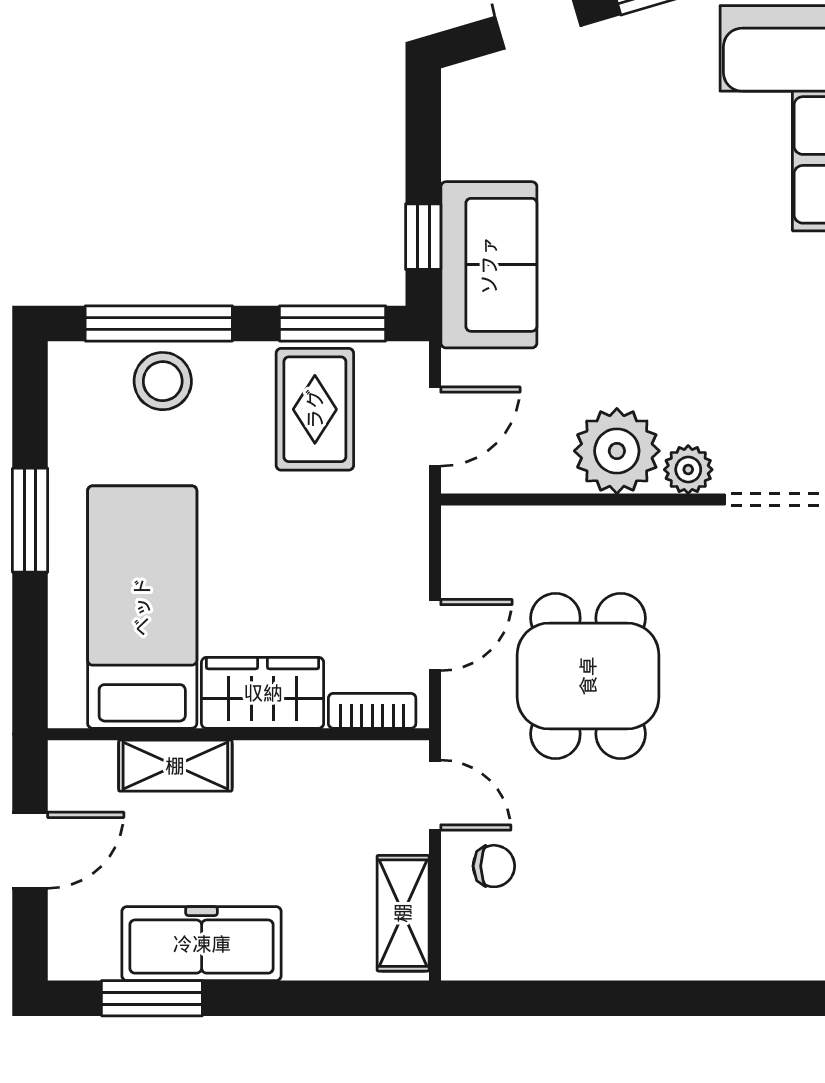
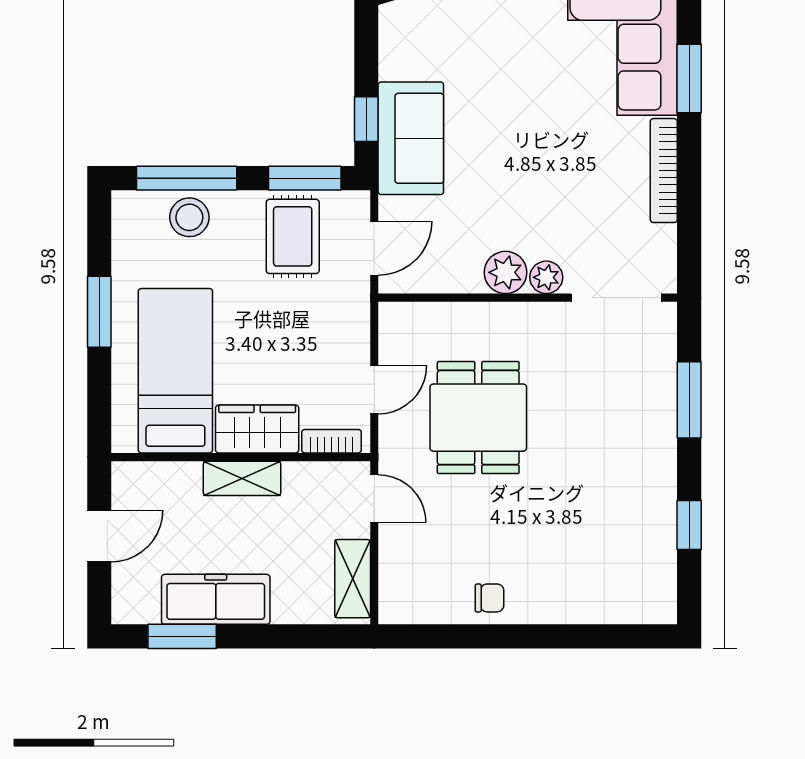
plant: (617, 451) -> (505, 272), width x0.73, depth x0.73
shelving: (175, 766) -> (242, 478), moved
chair: (494, 866) -> (489, 598), moved

